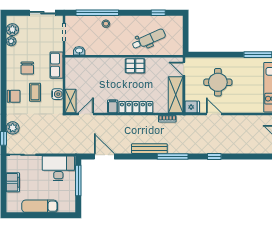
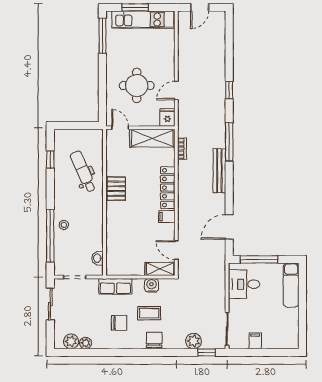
door: (184, 69) -> (120, 128), swing flipped
desk: (58, 168) -> (244, 284), width x0.73
filing cabinet: (13, 182) -> (255, 341), width x0.50
exam couch: (40, 206) -> (291, 285), moved

